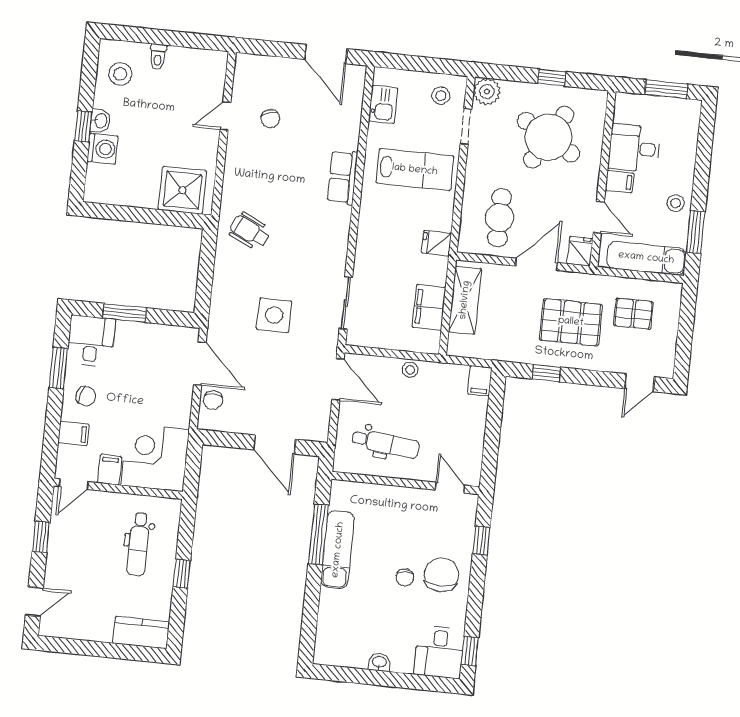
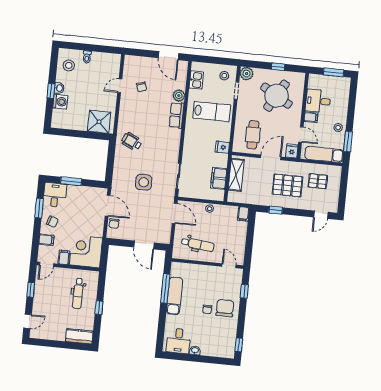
plant: (347, 136) -> (179, 96), added
desk: (439, 652) -> (178, 341), moved

